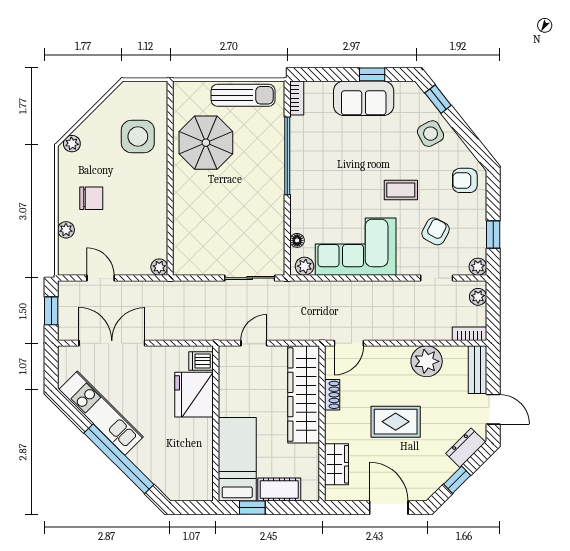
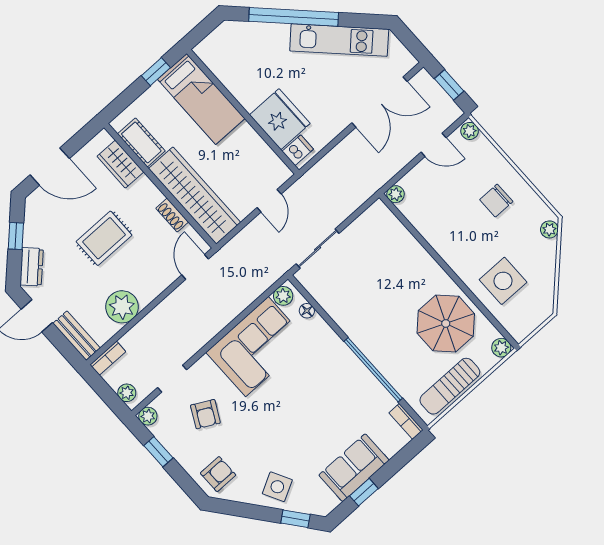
plant: (182, 90) -> (501, 348), added
coffee table: (401, 190) -> (261, 422), removed
plant: (66, 230) -> (470, 131), moved
cot: (279, 489) -> (141, 142), moved, turned 90

